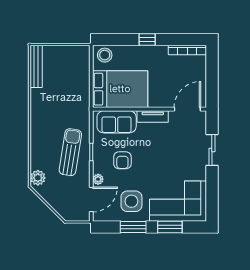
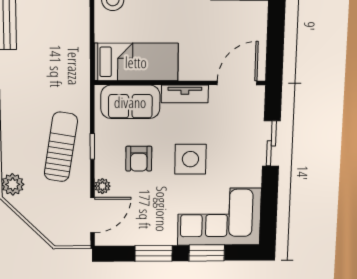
bed: (120, 89) -> (136, 62), width x0.67
side table: (131, 201) -> (190, 159), moved

